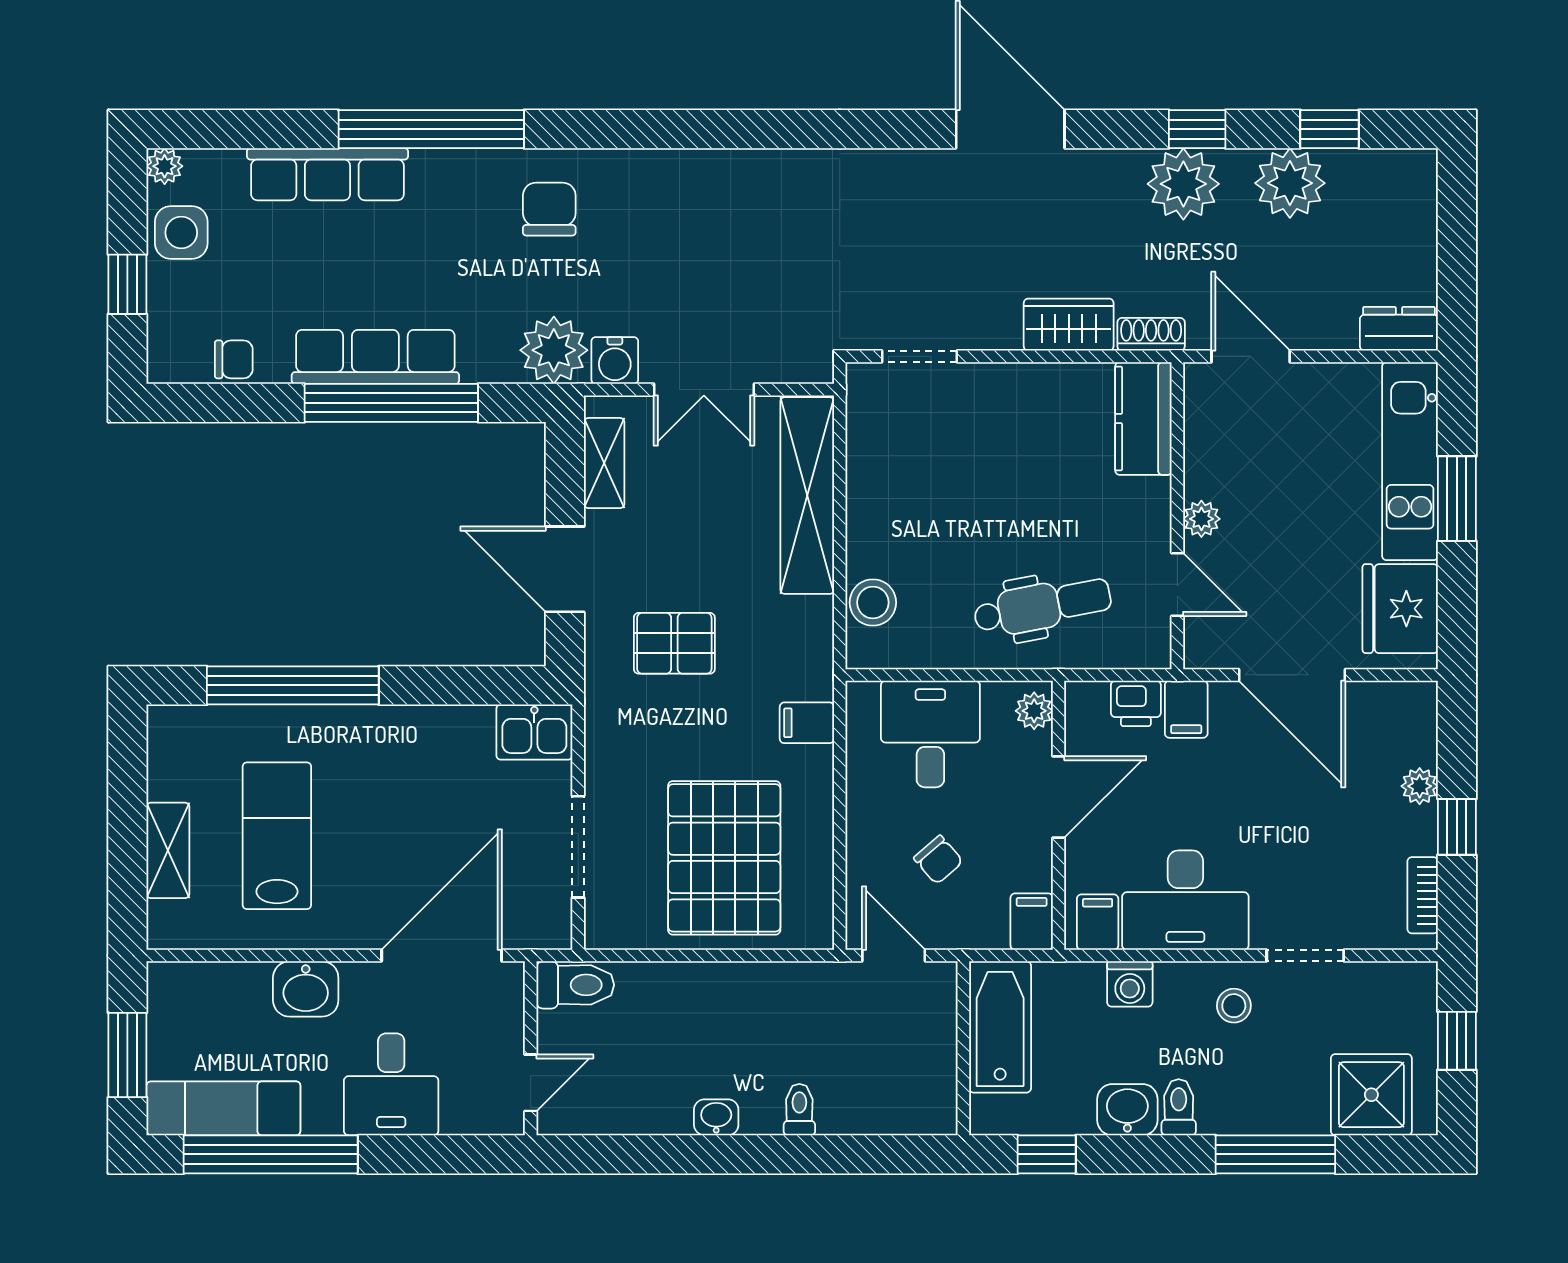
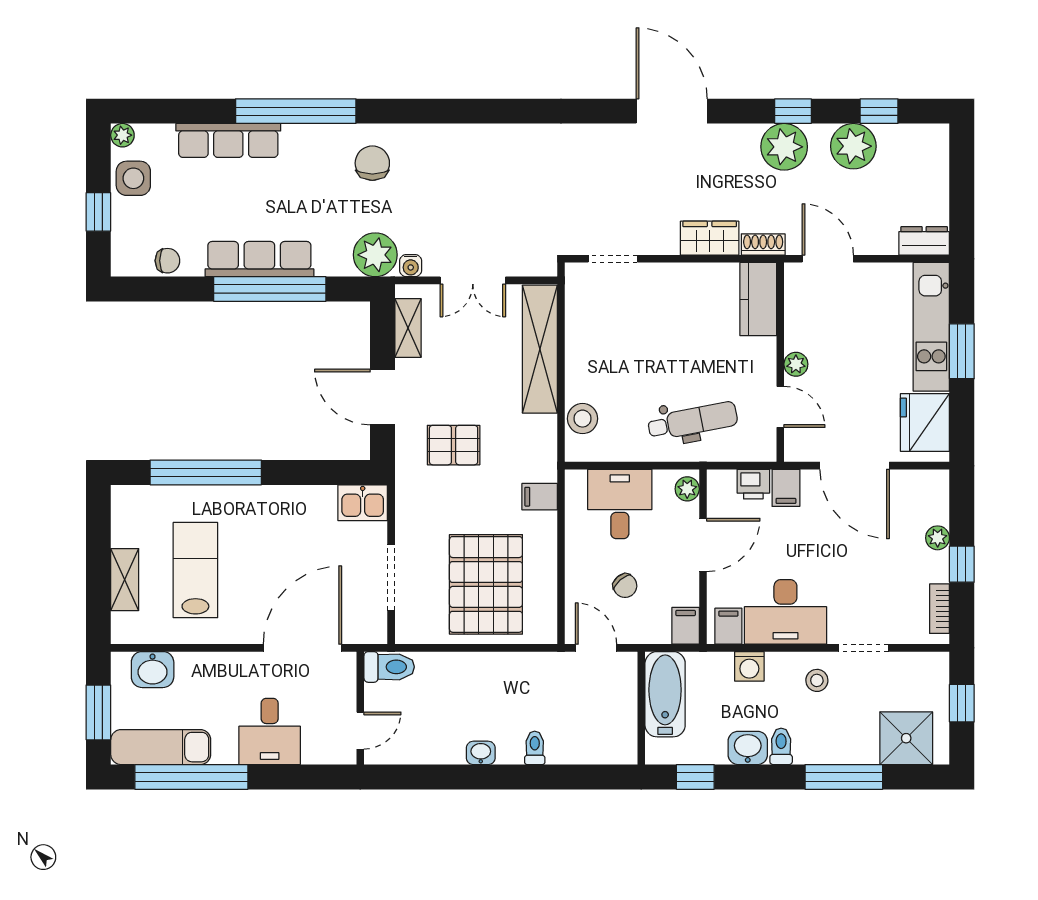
water cooler: (615, 360) -> (411, 266), width x0.72, depth x0.72
washbasin: (306, 989) -> (153, 670), moved

